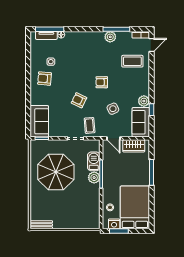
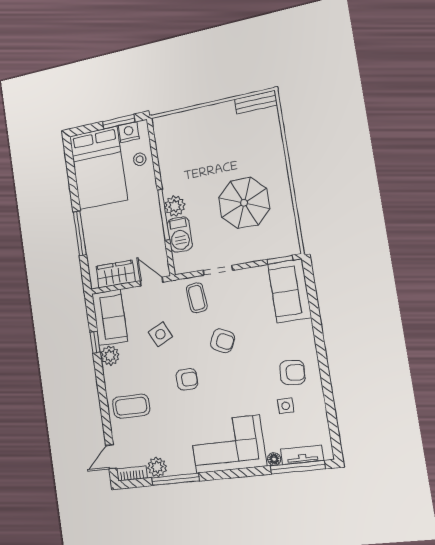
plant: (110, 37) -> (157, 467), moved
corner sofa: (85, 45) -> (228, 444), added
coffee table: (132, 61) -> (131, 406), moved
parasol: (56, 172) -> (244, 203), width x0.73, depth x0.73

